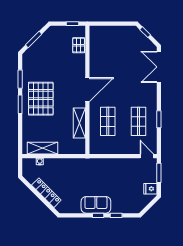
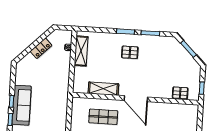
pallet: (41, 99) -> (130, 52), width x0.49, depth x0.50
locker: (46, 193) -> (41, 48), width x0.66
sofa: (96, 205) -> (22, 105), width x1.36

